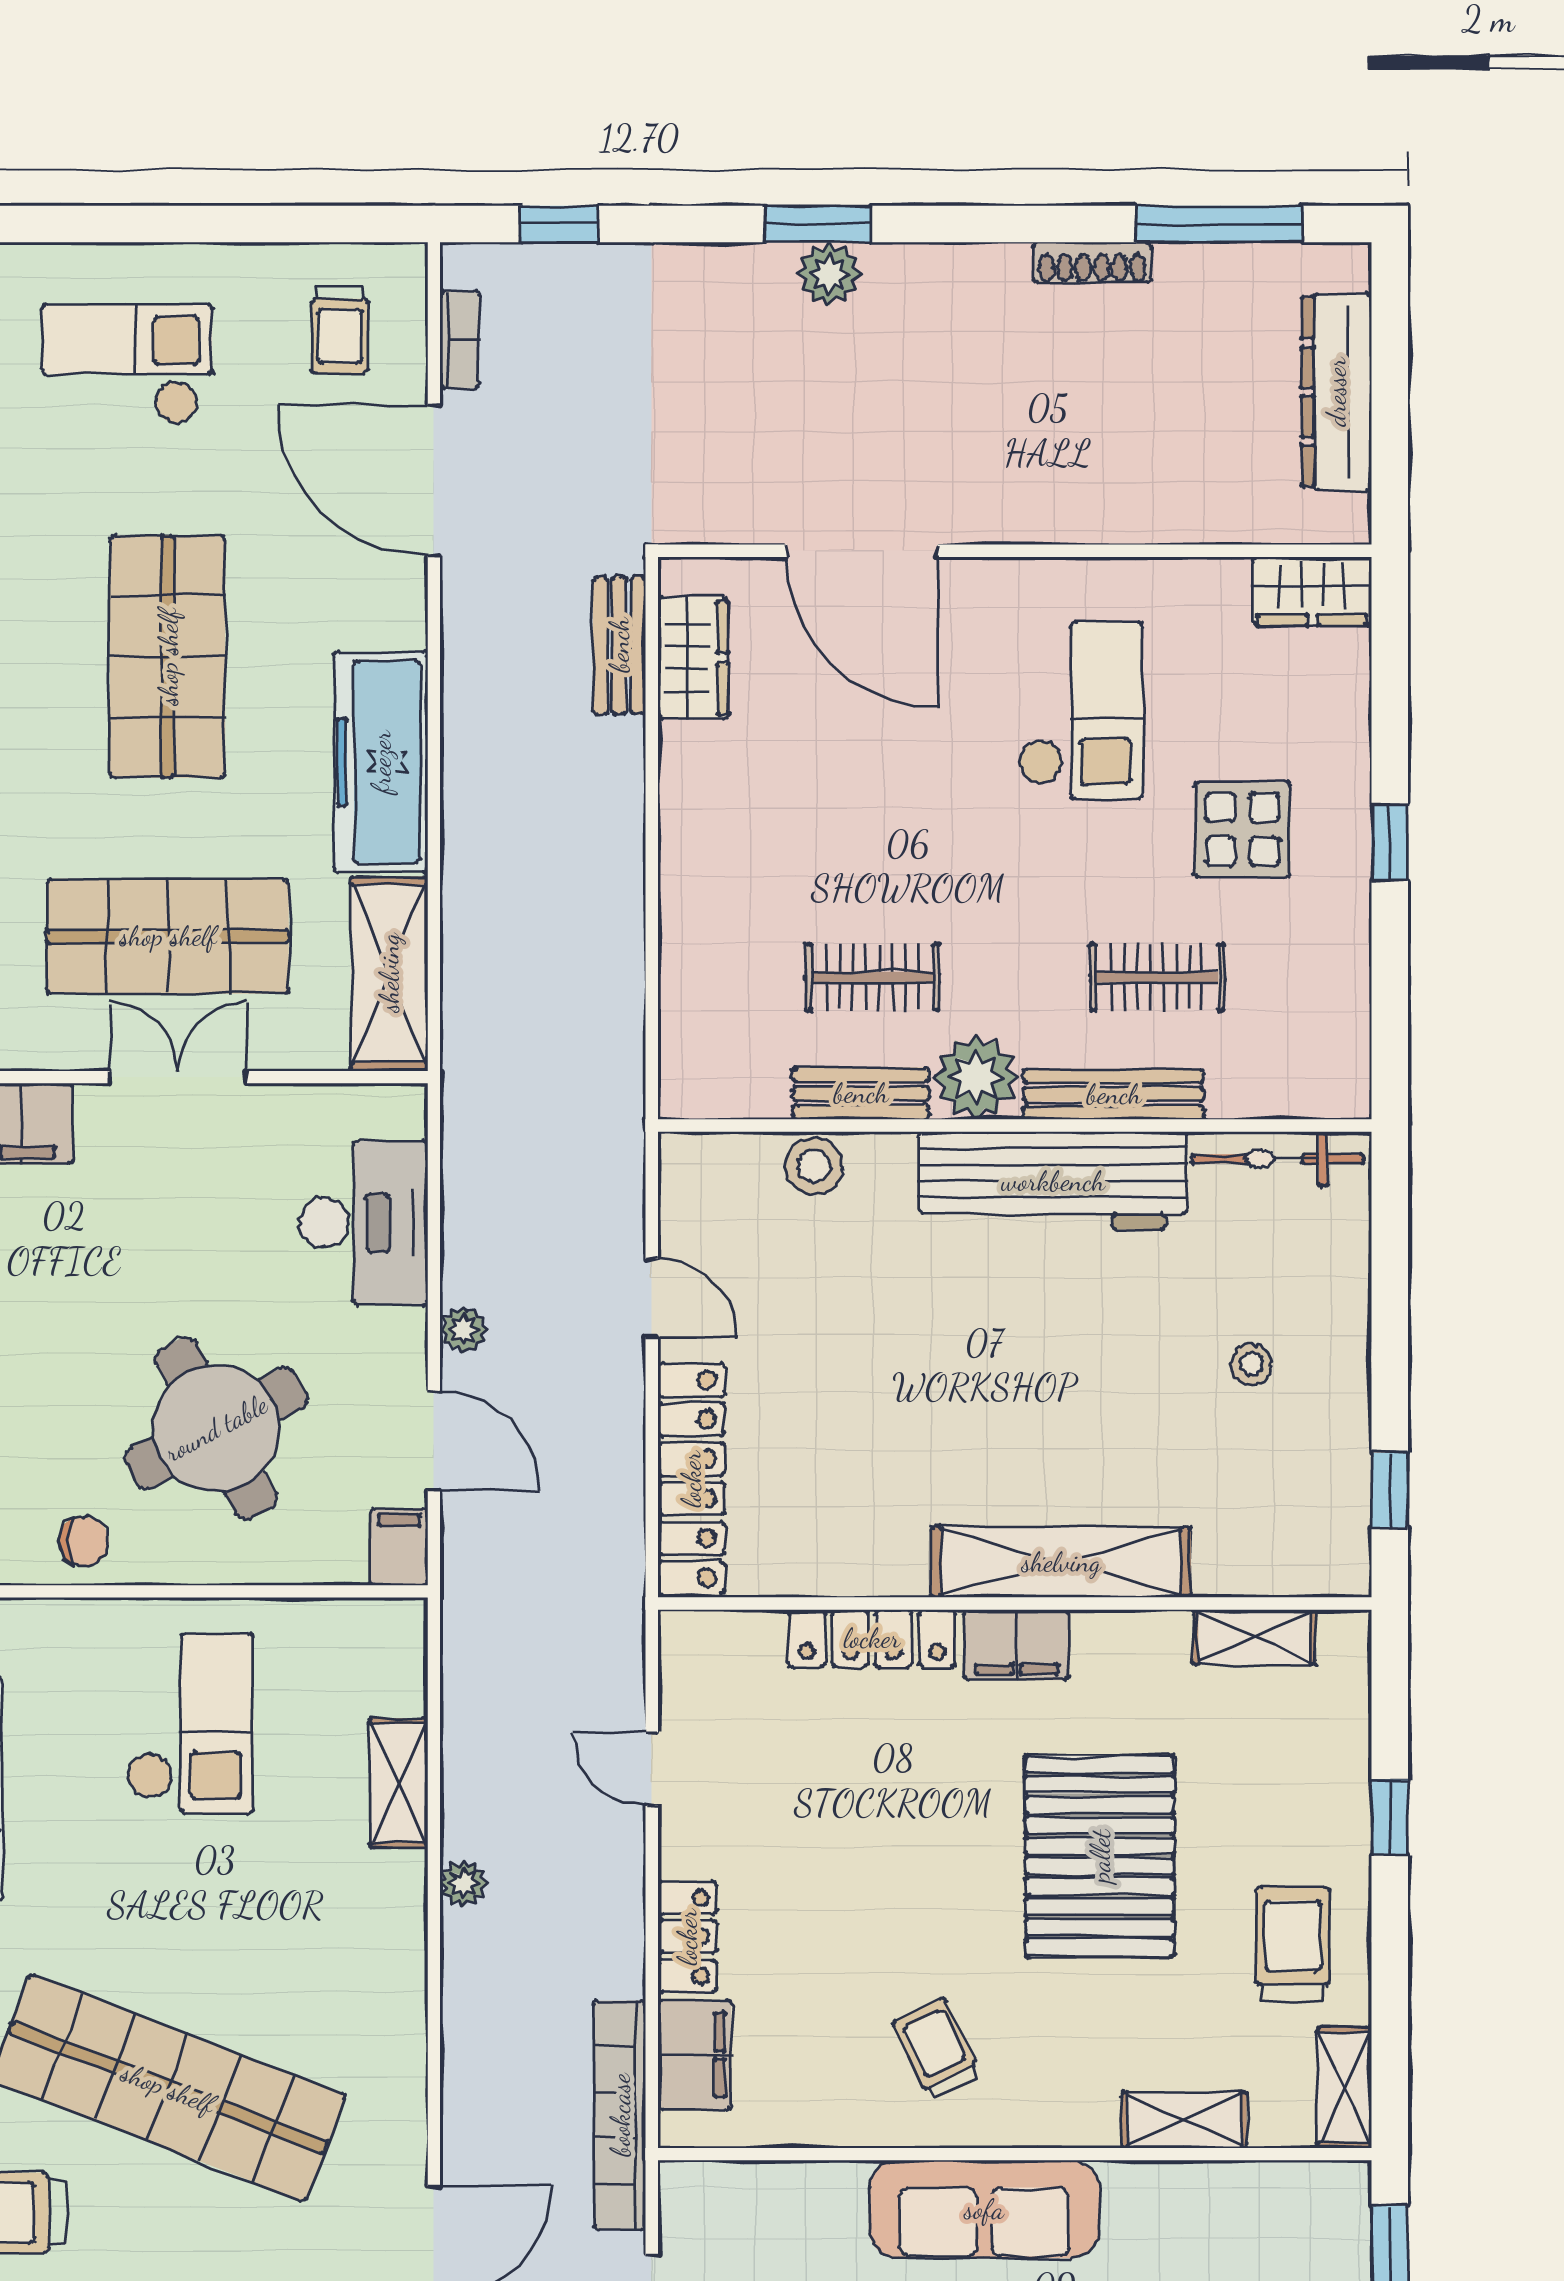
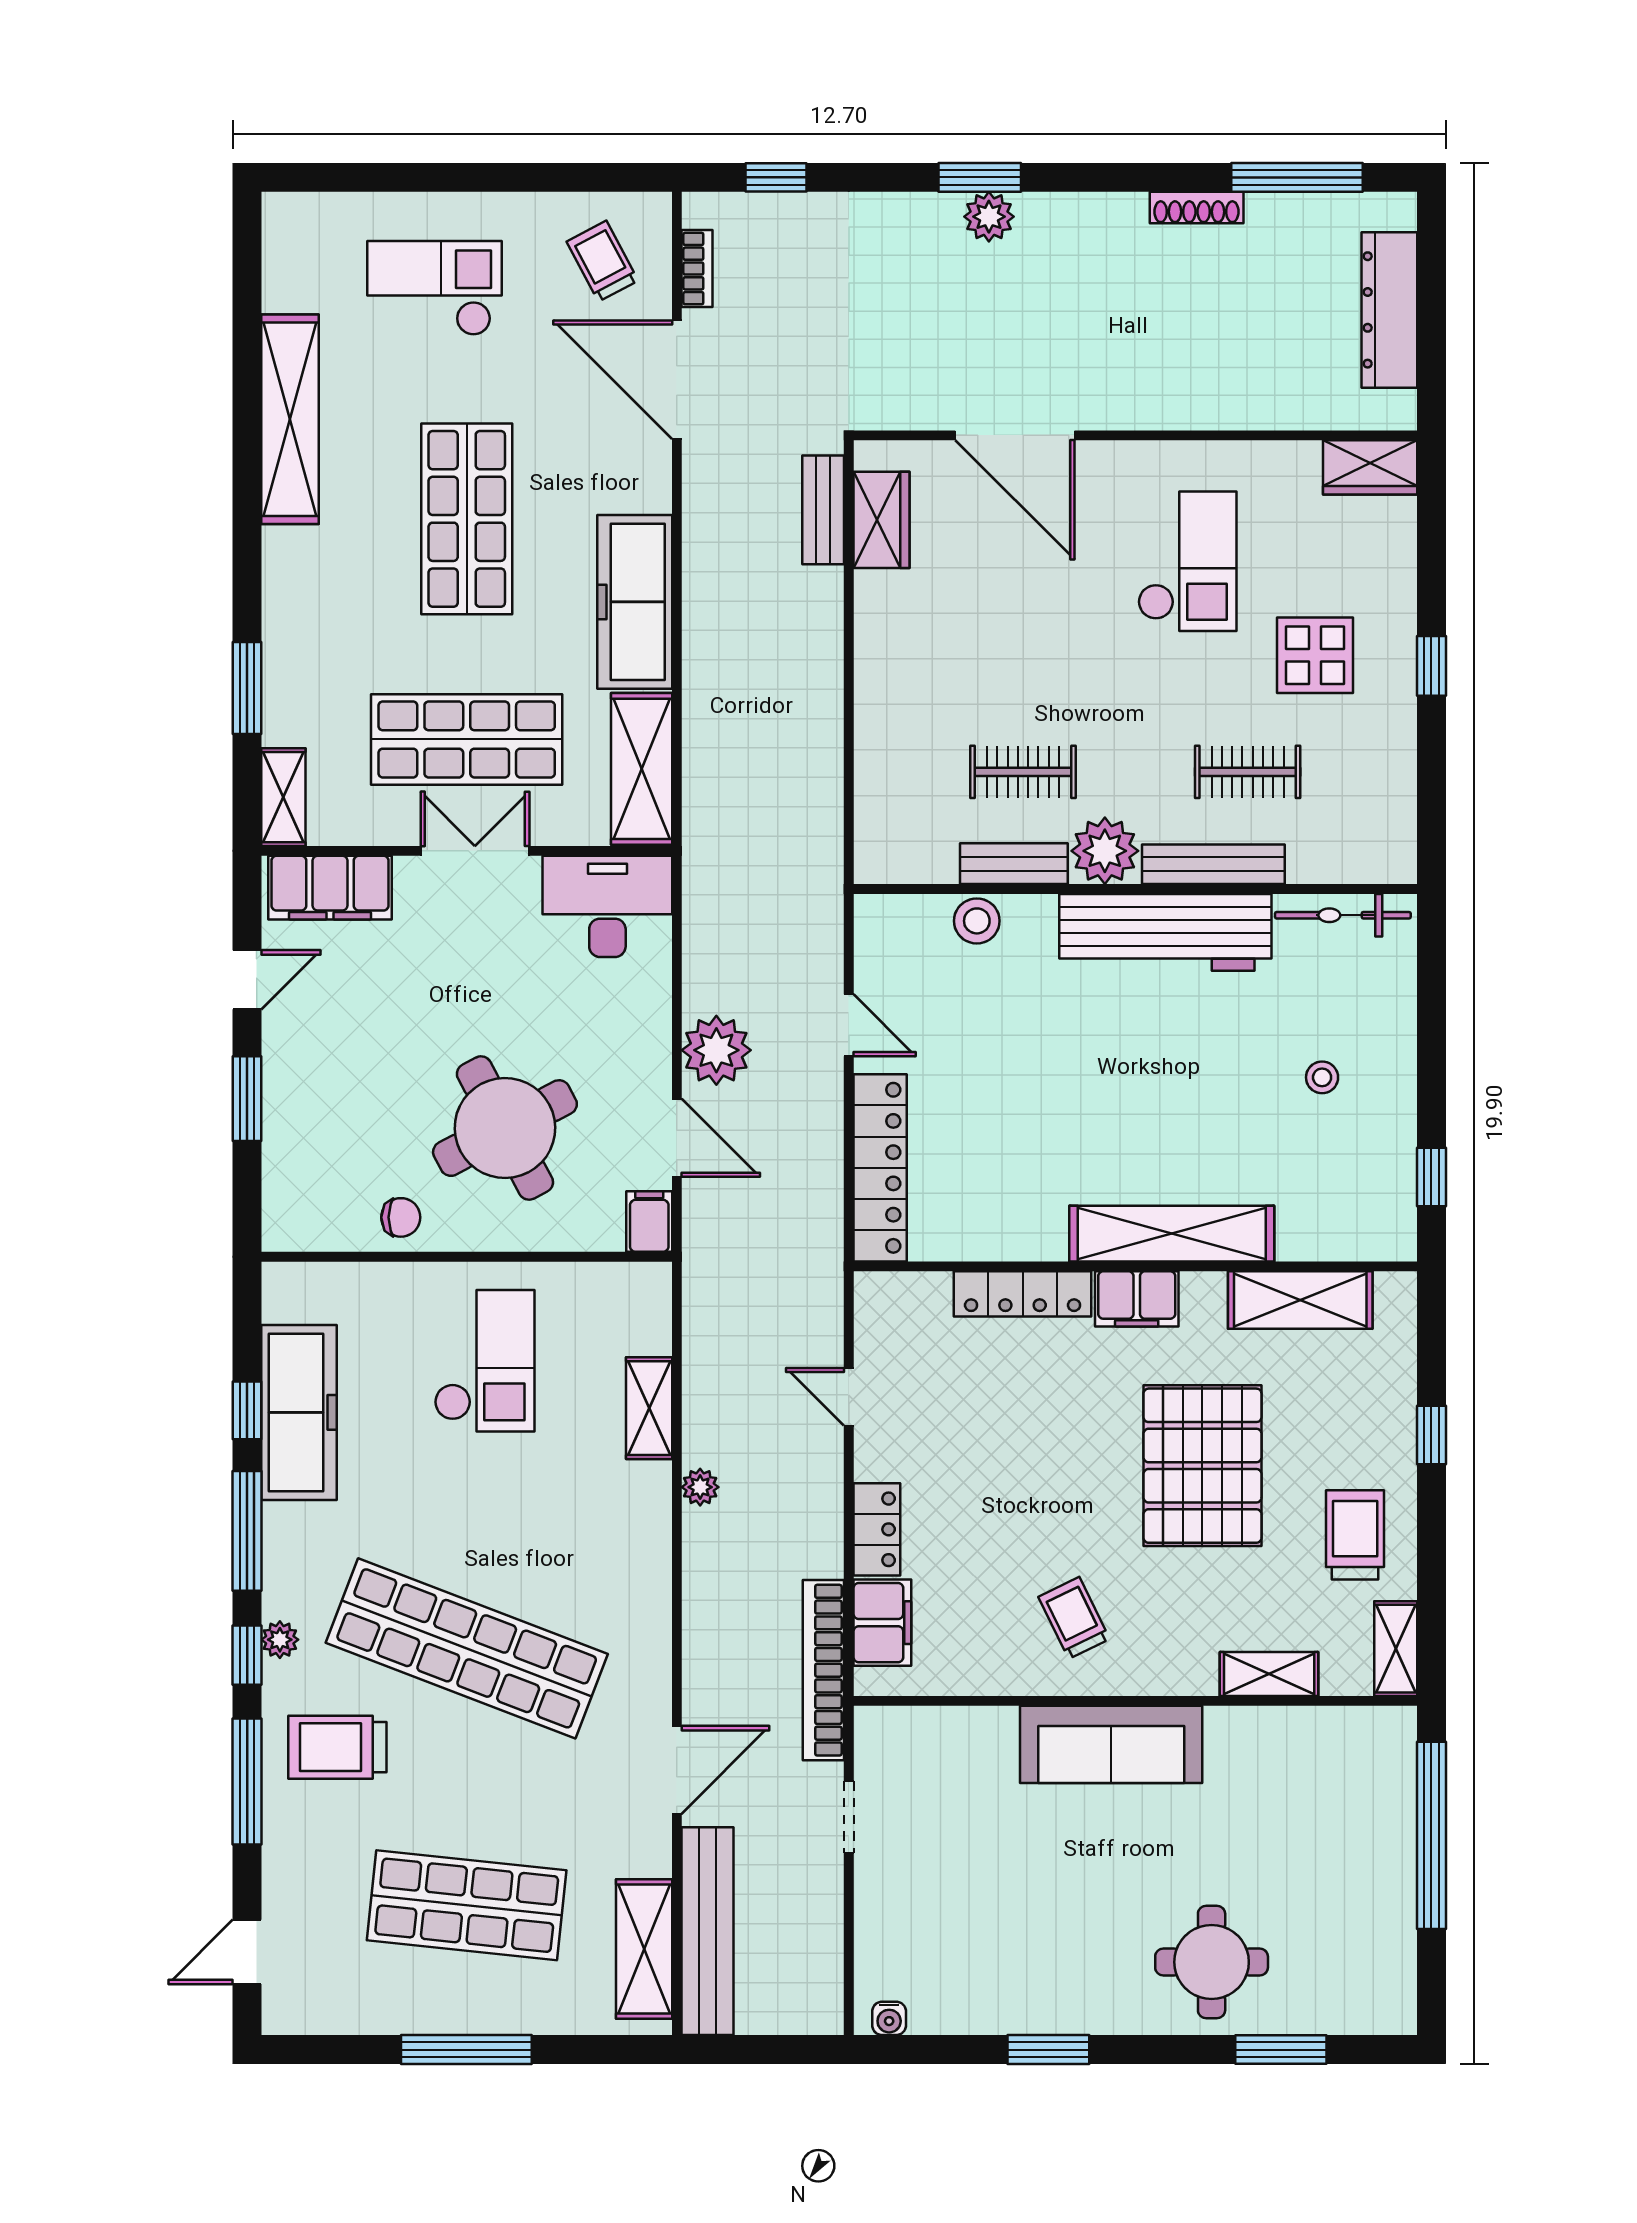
trolley: (340, 330) -> (602, 261), turned 152
desk: (364, 1223) -> (607, 906), moved, turned -90
plant: (463, 1330) -> (716, 1050), width x1.88, depth x1.88
shelving: (1254, 1637) -> (1300, 1300), width x1.50, depth x1.33

